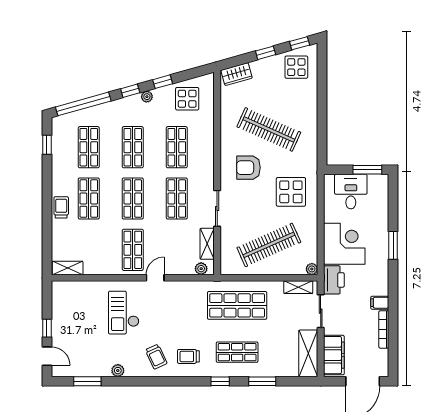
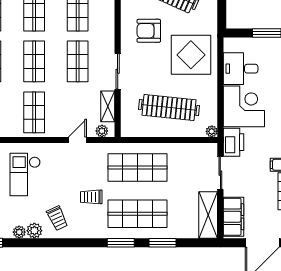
display table: (291, 192) -> (191, 55), width x1.36, depth x1.36
desk: (351, 192) -> (241, 69), moved, turned -90
clothes rail: (269, 245) -> (169, 107), turned 30
door: (155, 278) -> (77, 140), moved
shelving: (298, 287) -> (198, 149), removed
shop shelf: (237, 352) -> (138, 214), width x1.43, depth x1.36
trolley: (188, 356) -> (91, 197), moved
plant: (133, 369) -> (34, 231), added
window: (220, 381) -> (121, 243), width x1.50

